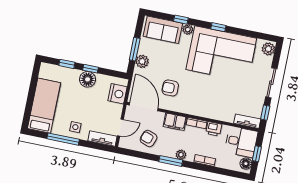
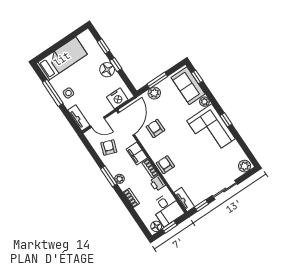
window: (181, 20) -> (197, 77), moved
corner sofa: (221, 54) -> (211, 130), width x0.73, depth x0.74
armchair: (206, 109) -> (165, 165), added

